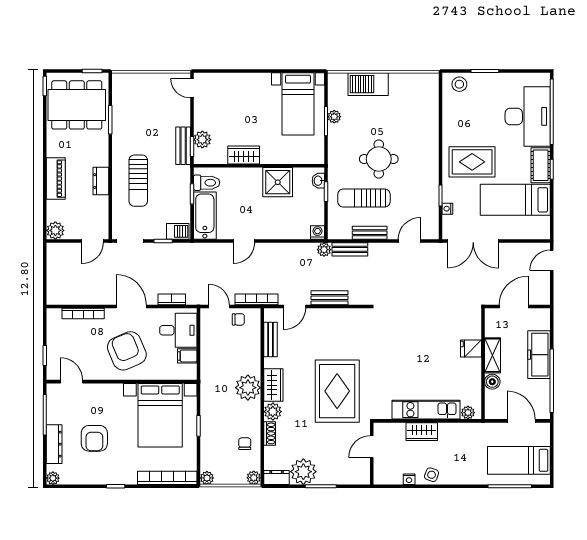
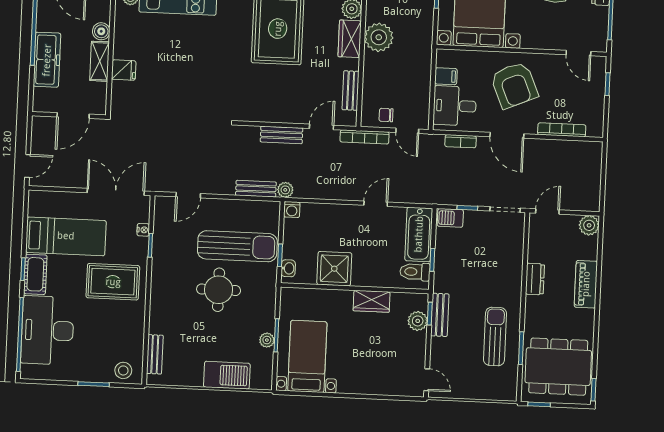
sun lounger: (138, 181) -> (495, 336), moved
sun lounger: (364, 198) -> (237, 246), width x1.36, depth x1.34
bench: (370, 233) -> (155, 354), moved, turned 90

